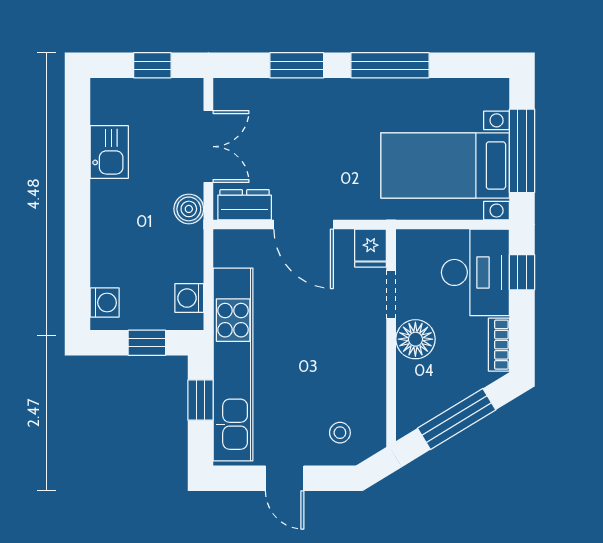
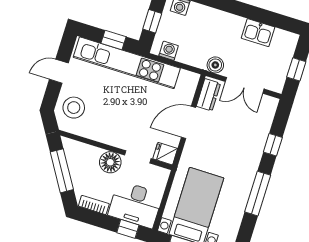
window: (297, 65) -> (273, 145), width x0.67
stool: (340, 433) -> (74, 108), width x1.89, depth x1.89

